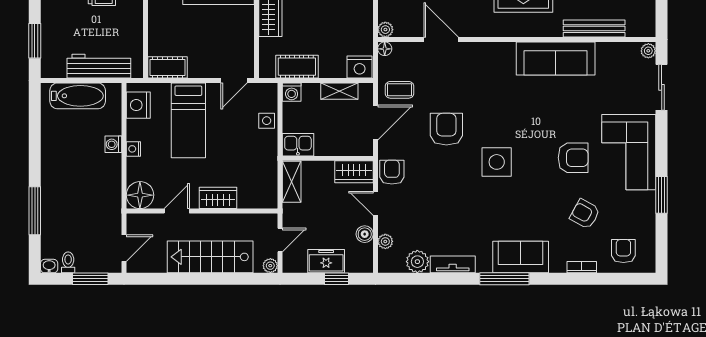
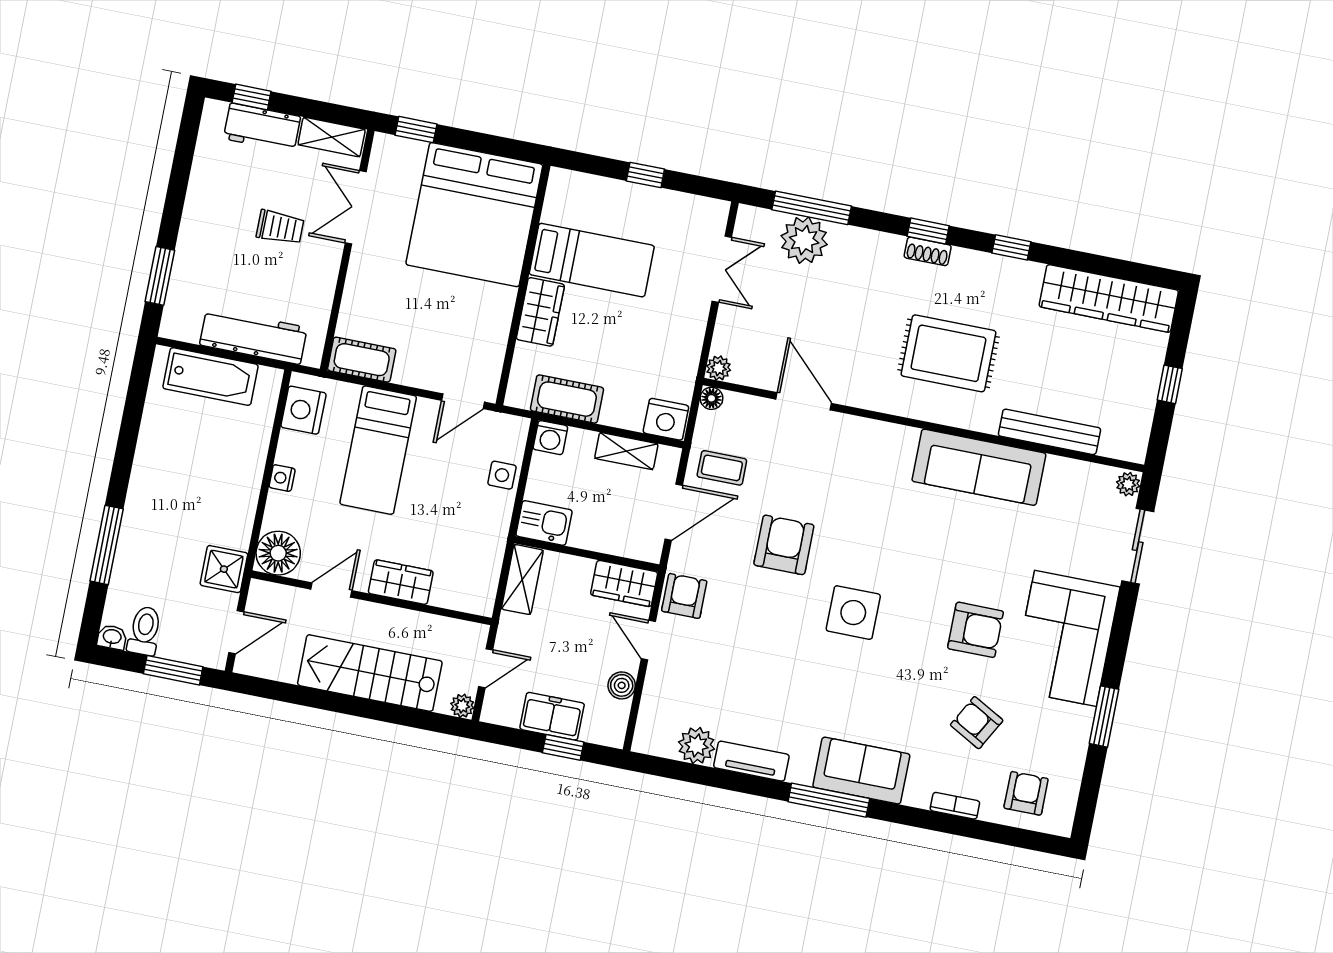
washing machine: (113, 144) -> (252, 464), removed
shower: (109, 211) -> (224, 569), added
plant: (385, 241) -> (652, 704), removed
toilet: (68, 262) -> (145, 631), width x1.37, depth x1.39

